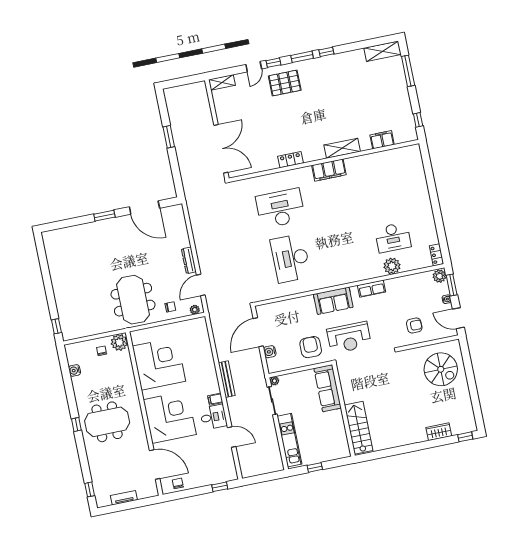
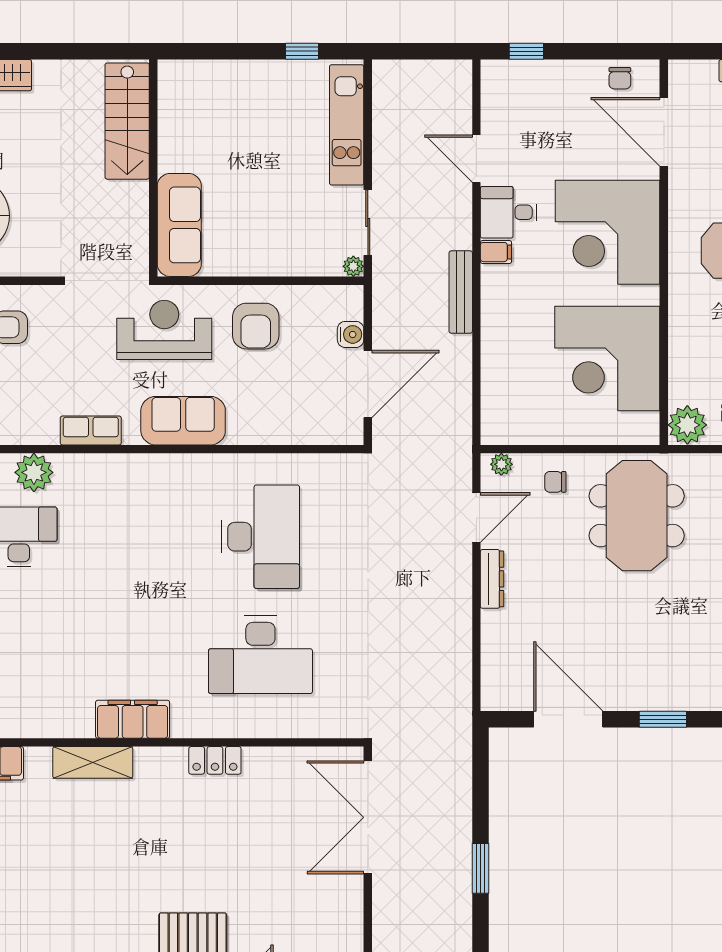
sofa: (328, 388) -> (179, 225), moved
wall: (344, 410) -> (153, 168), moved
stairs: (359, 428) -> (127, 121), moved

